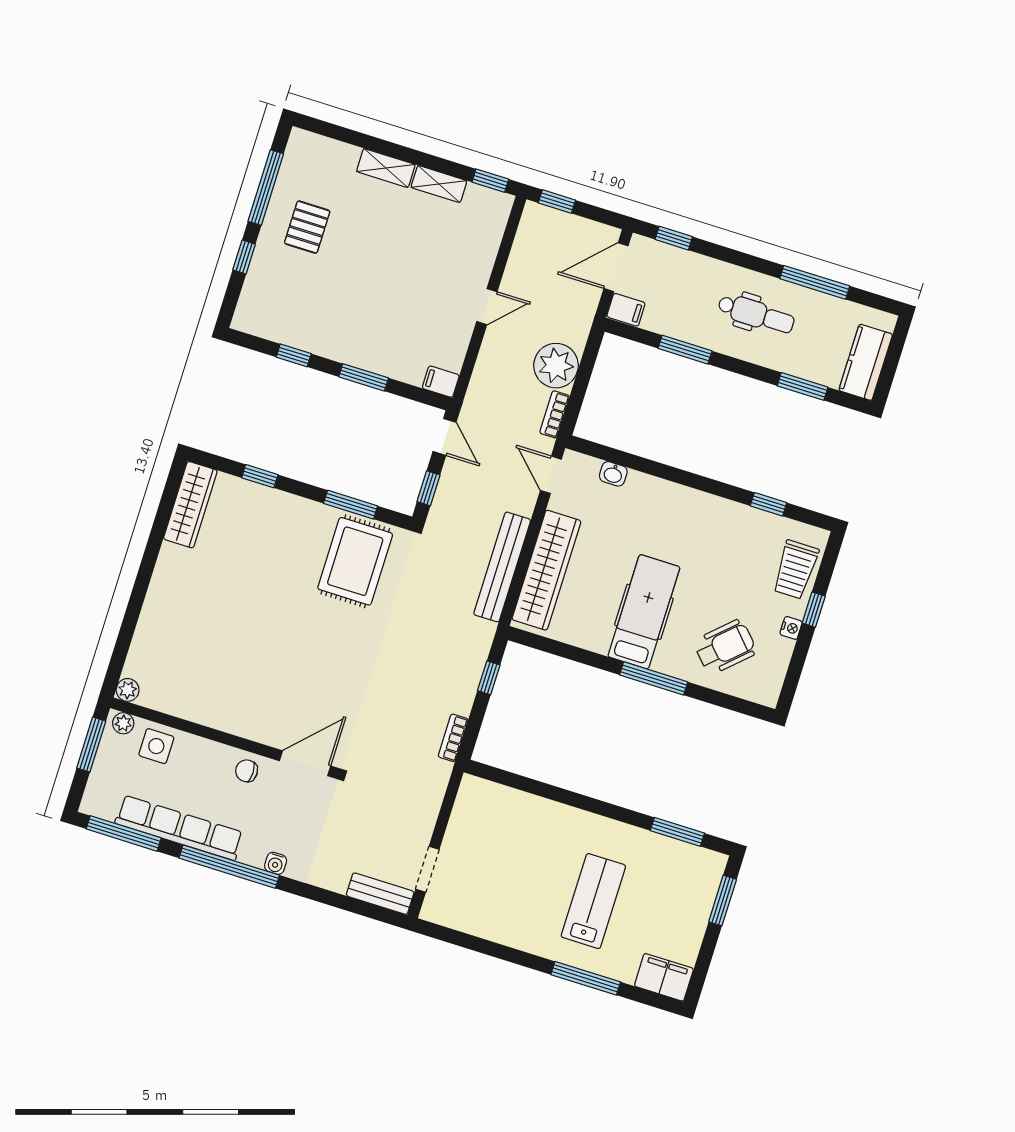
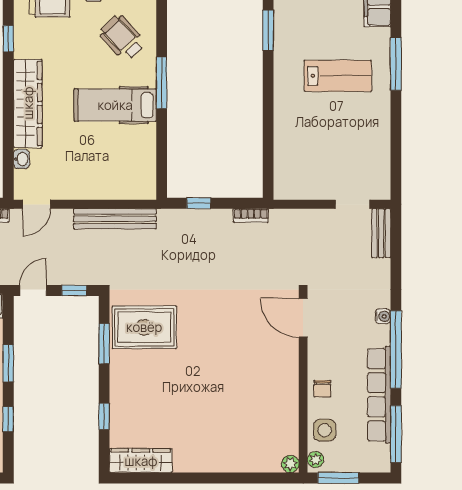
wardrobe: (546, 570) -> (28, 103), moved, turned 90
chair: (247, 771) -> (322, 389), moved
lab bench: (593, 901) -> (338, 76), turned 180

